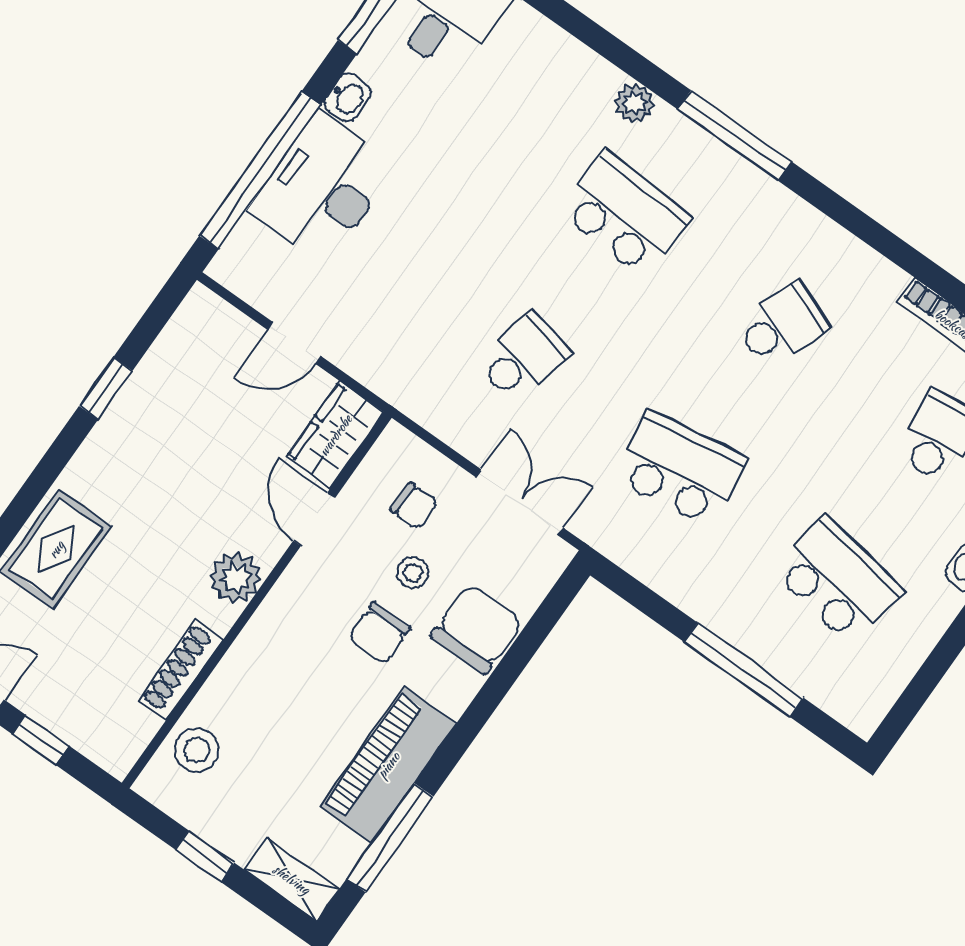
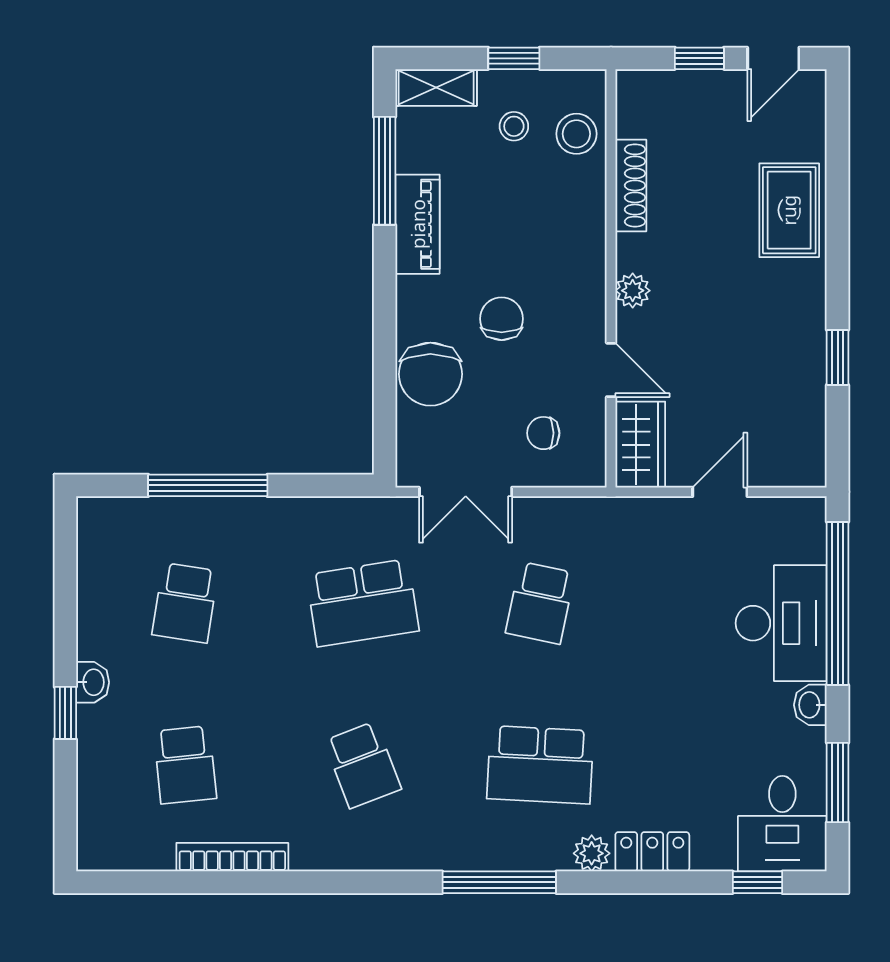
locker: (580, 67) -> (652, 852), added
school desk: (782, 325) -> (363, 765), turned -42
stool: (413, 573) -> (514, 126), moved
plant: (235, 578) -> (633, 291), width x0.73, depth x0.73
school desk: (838, 580) -> (185, 603), width x0.54
piano: (388, 765) -> (418, 224), width x0.73, depth x0.75

